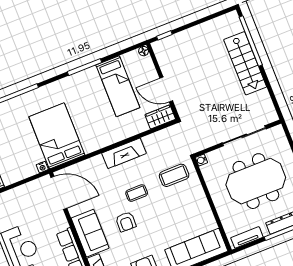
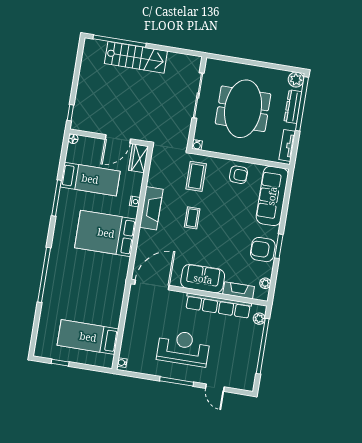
bed: (57, 136) -> (106, 233), moved
nightstand: (42, 167) -> (135, 201), moved
armchair: (126, 222) -> (238, 175), moved

